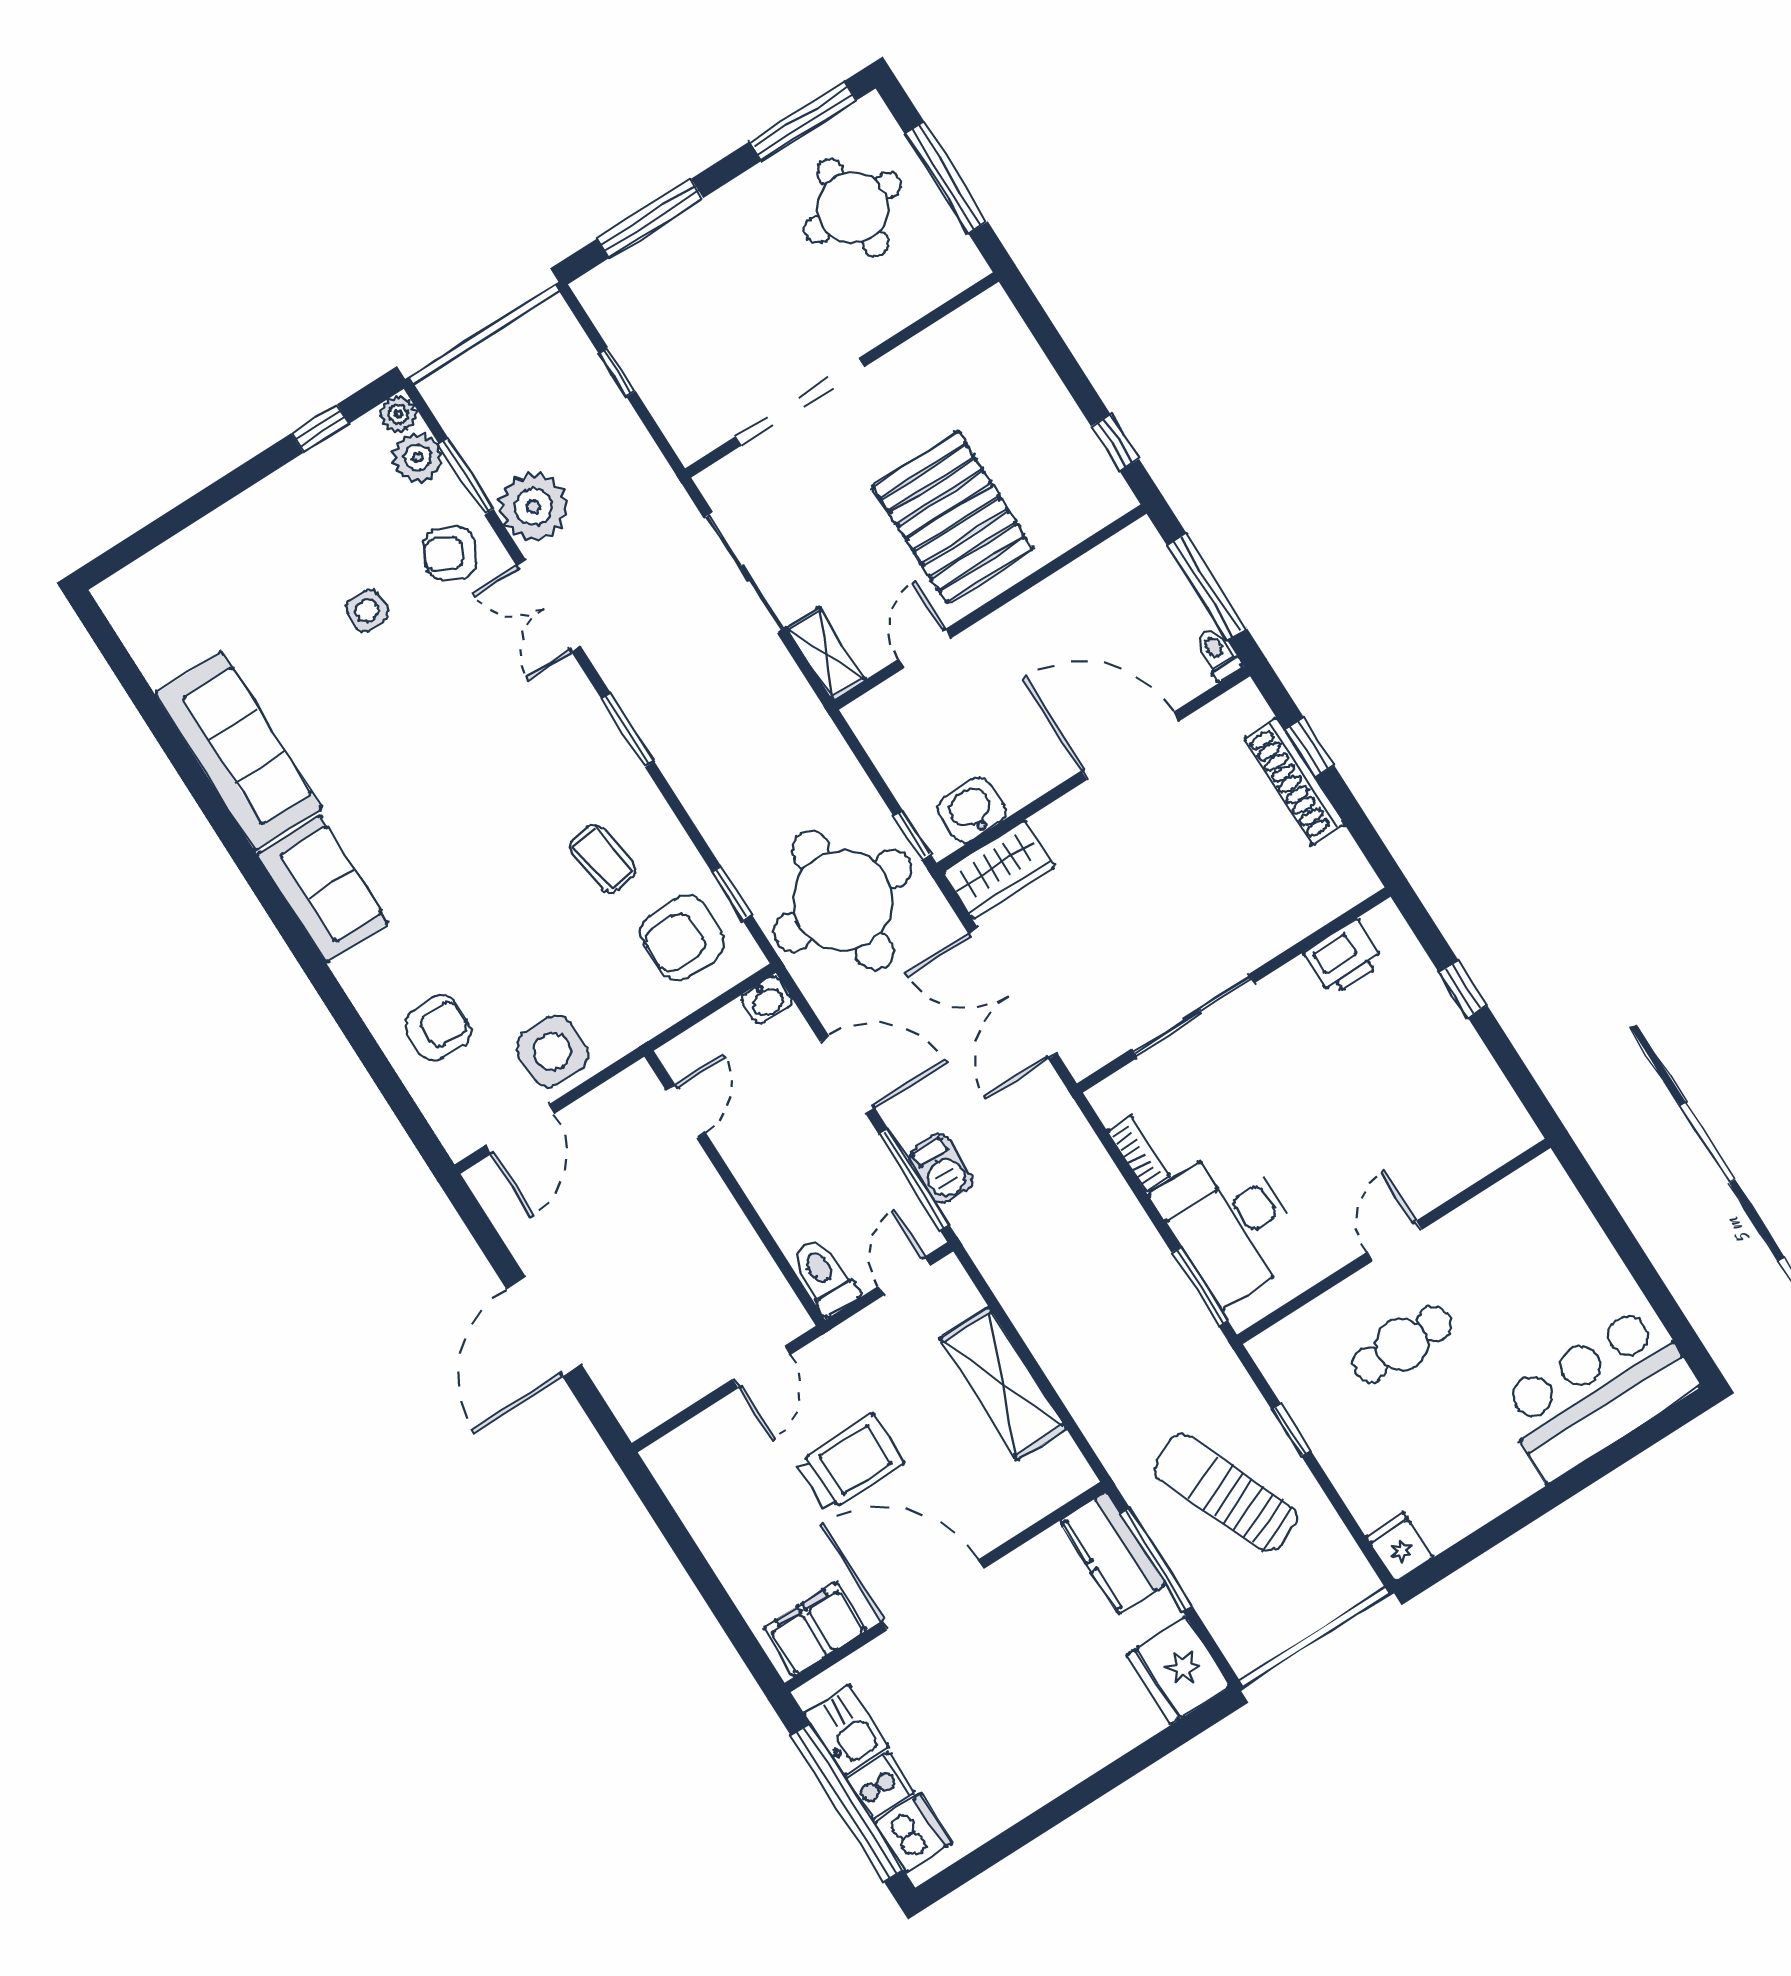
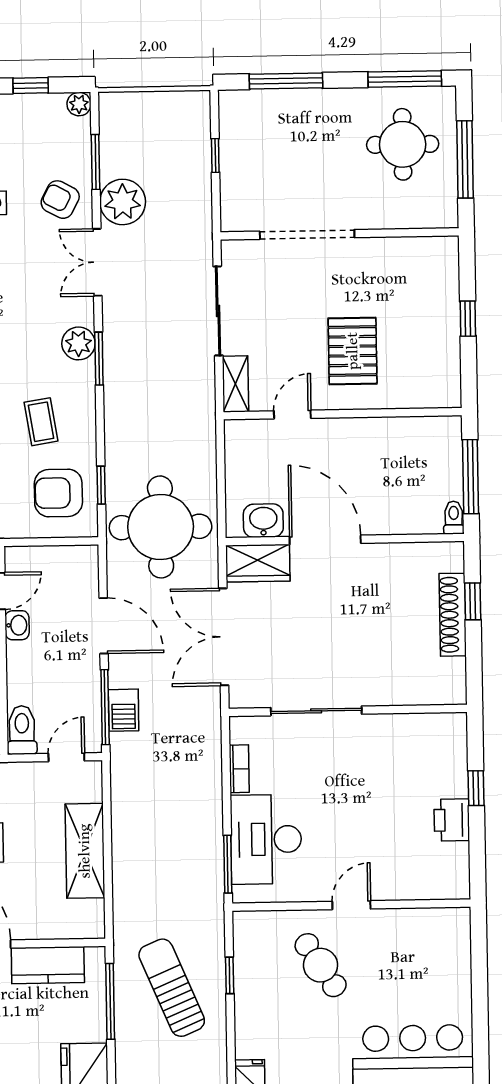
window: (1115, 443) -> (468, 319), moved
plant: (418, 458) -> (79, 343), moved
pallet: (953, 517) -> (353, 351), width x0.73, depth x0.71
door: (1130, 746) -> (325, 540), moved
window: (912, 835) -> (222, 514), removed
printer: (1344, 958) -> (452, 820), moved, turned 90
washbasin: (767, 1000) -> (17, 625), moved, turned -90
cafe table: (1402, 1344) -> (321, 965), turned 57
kitchen counter: (1112, 1553) -> (48, 965), moved, turned -90

